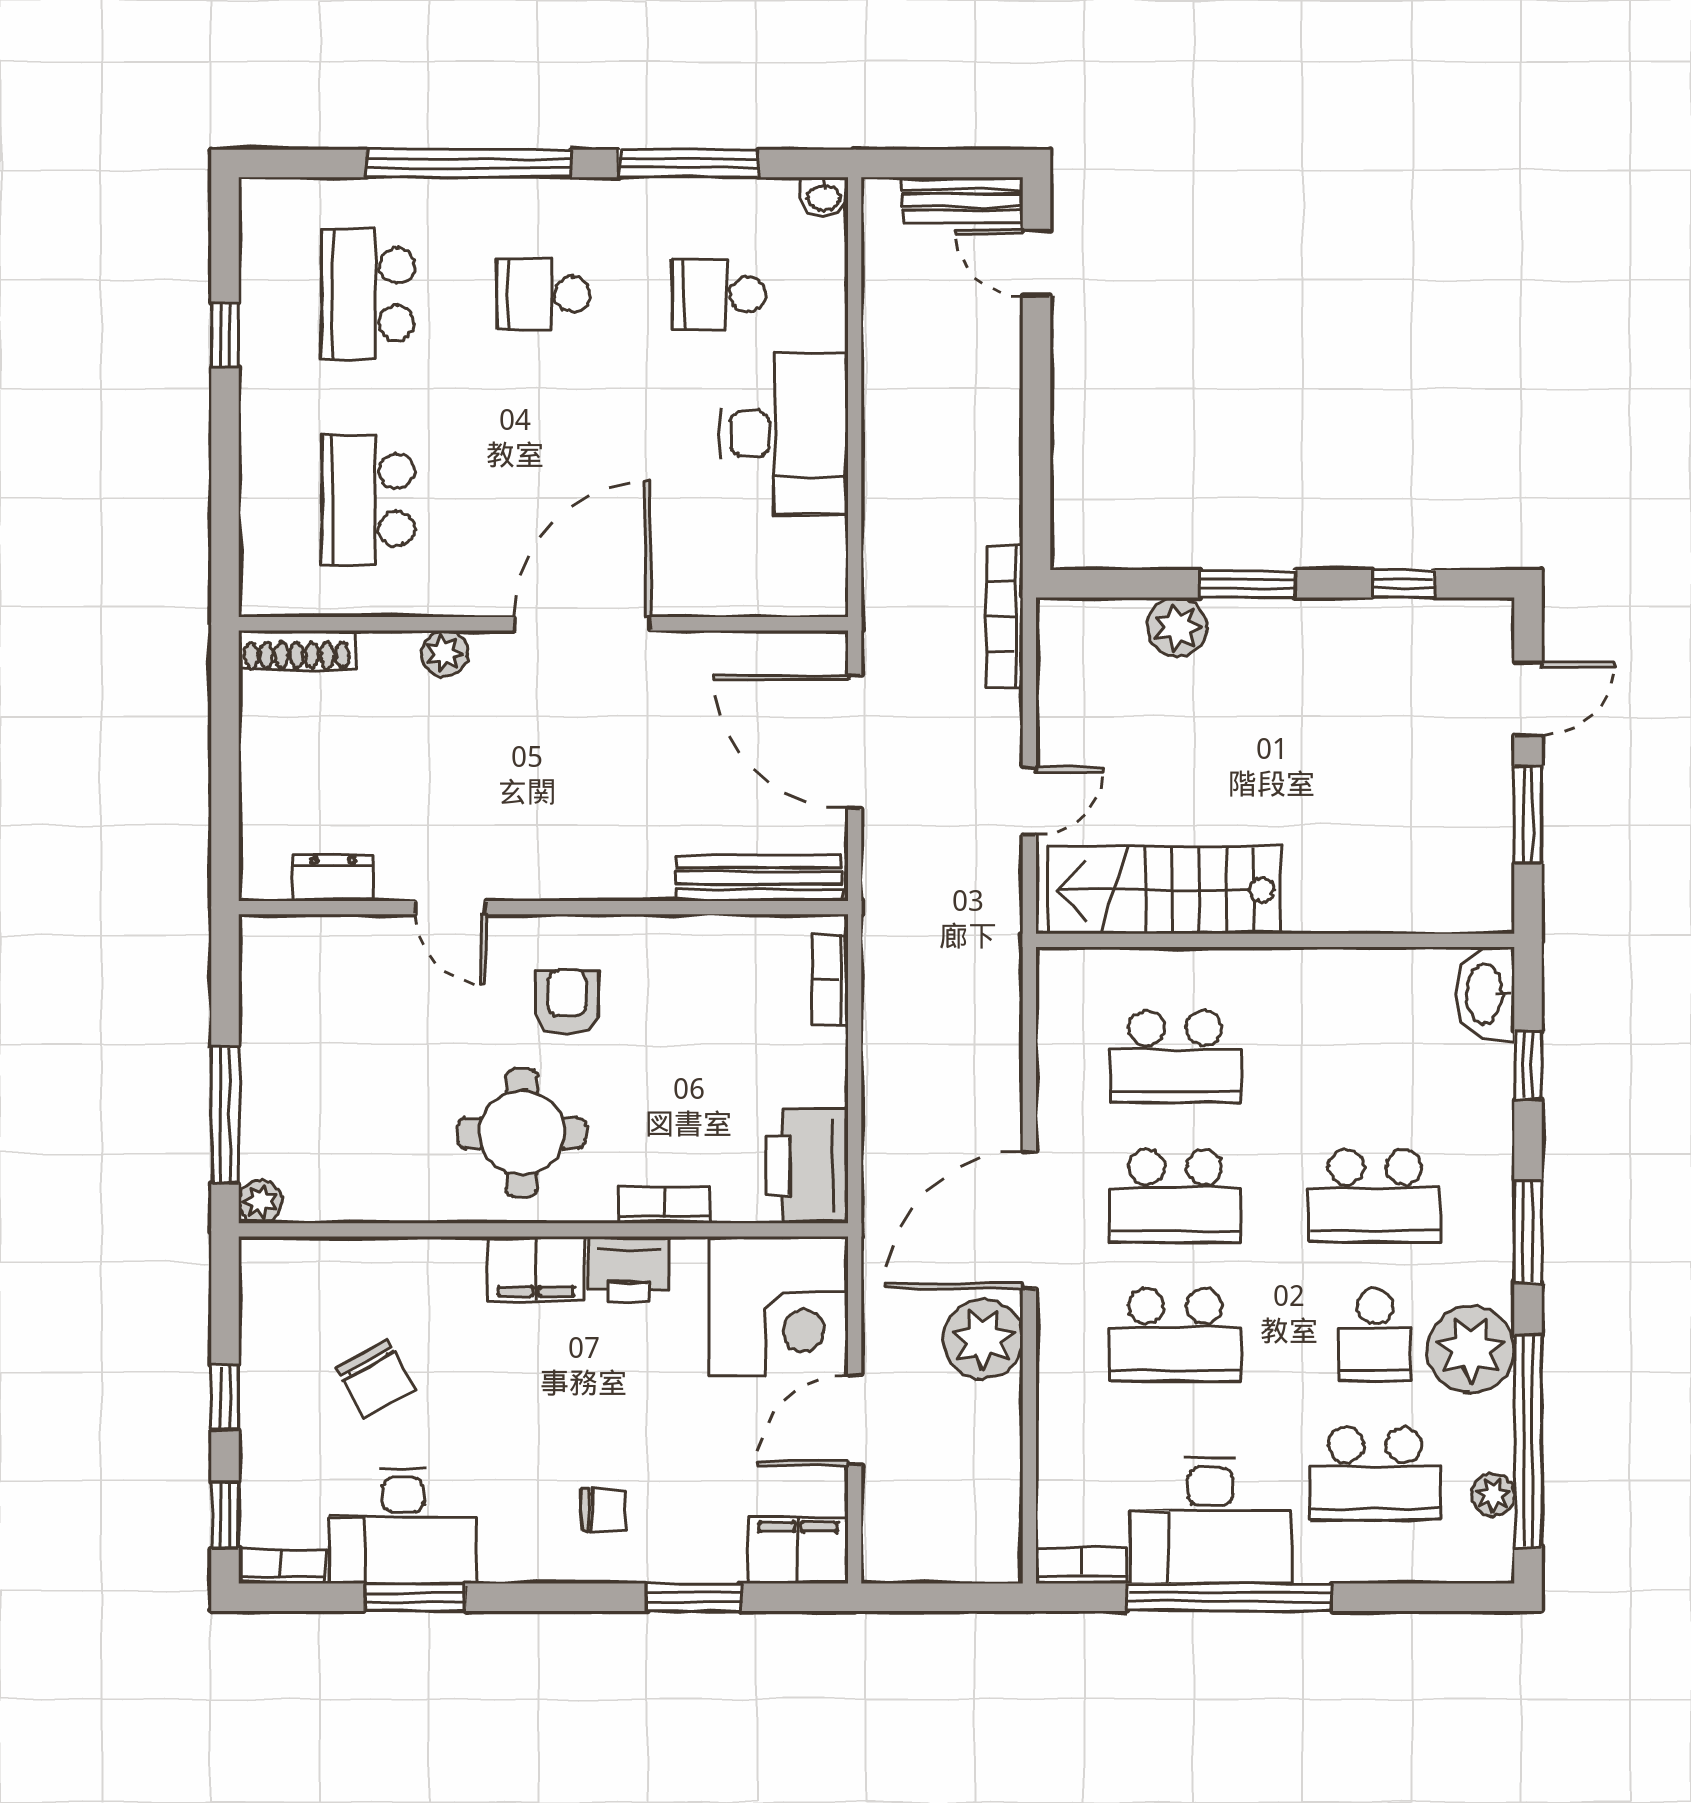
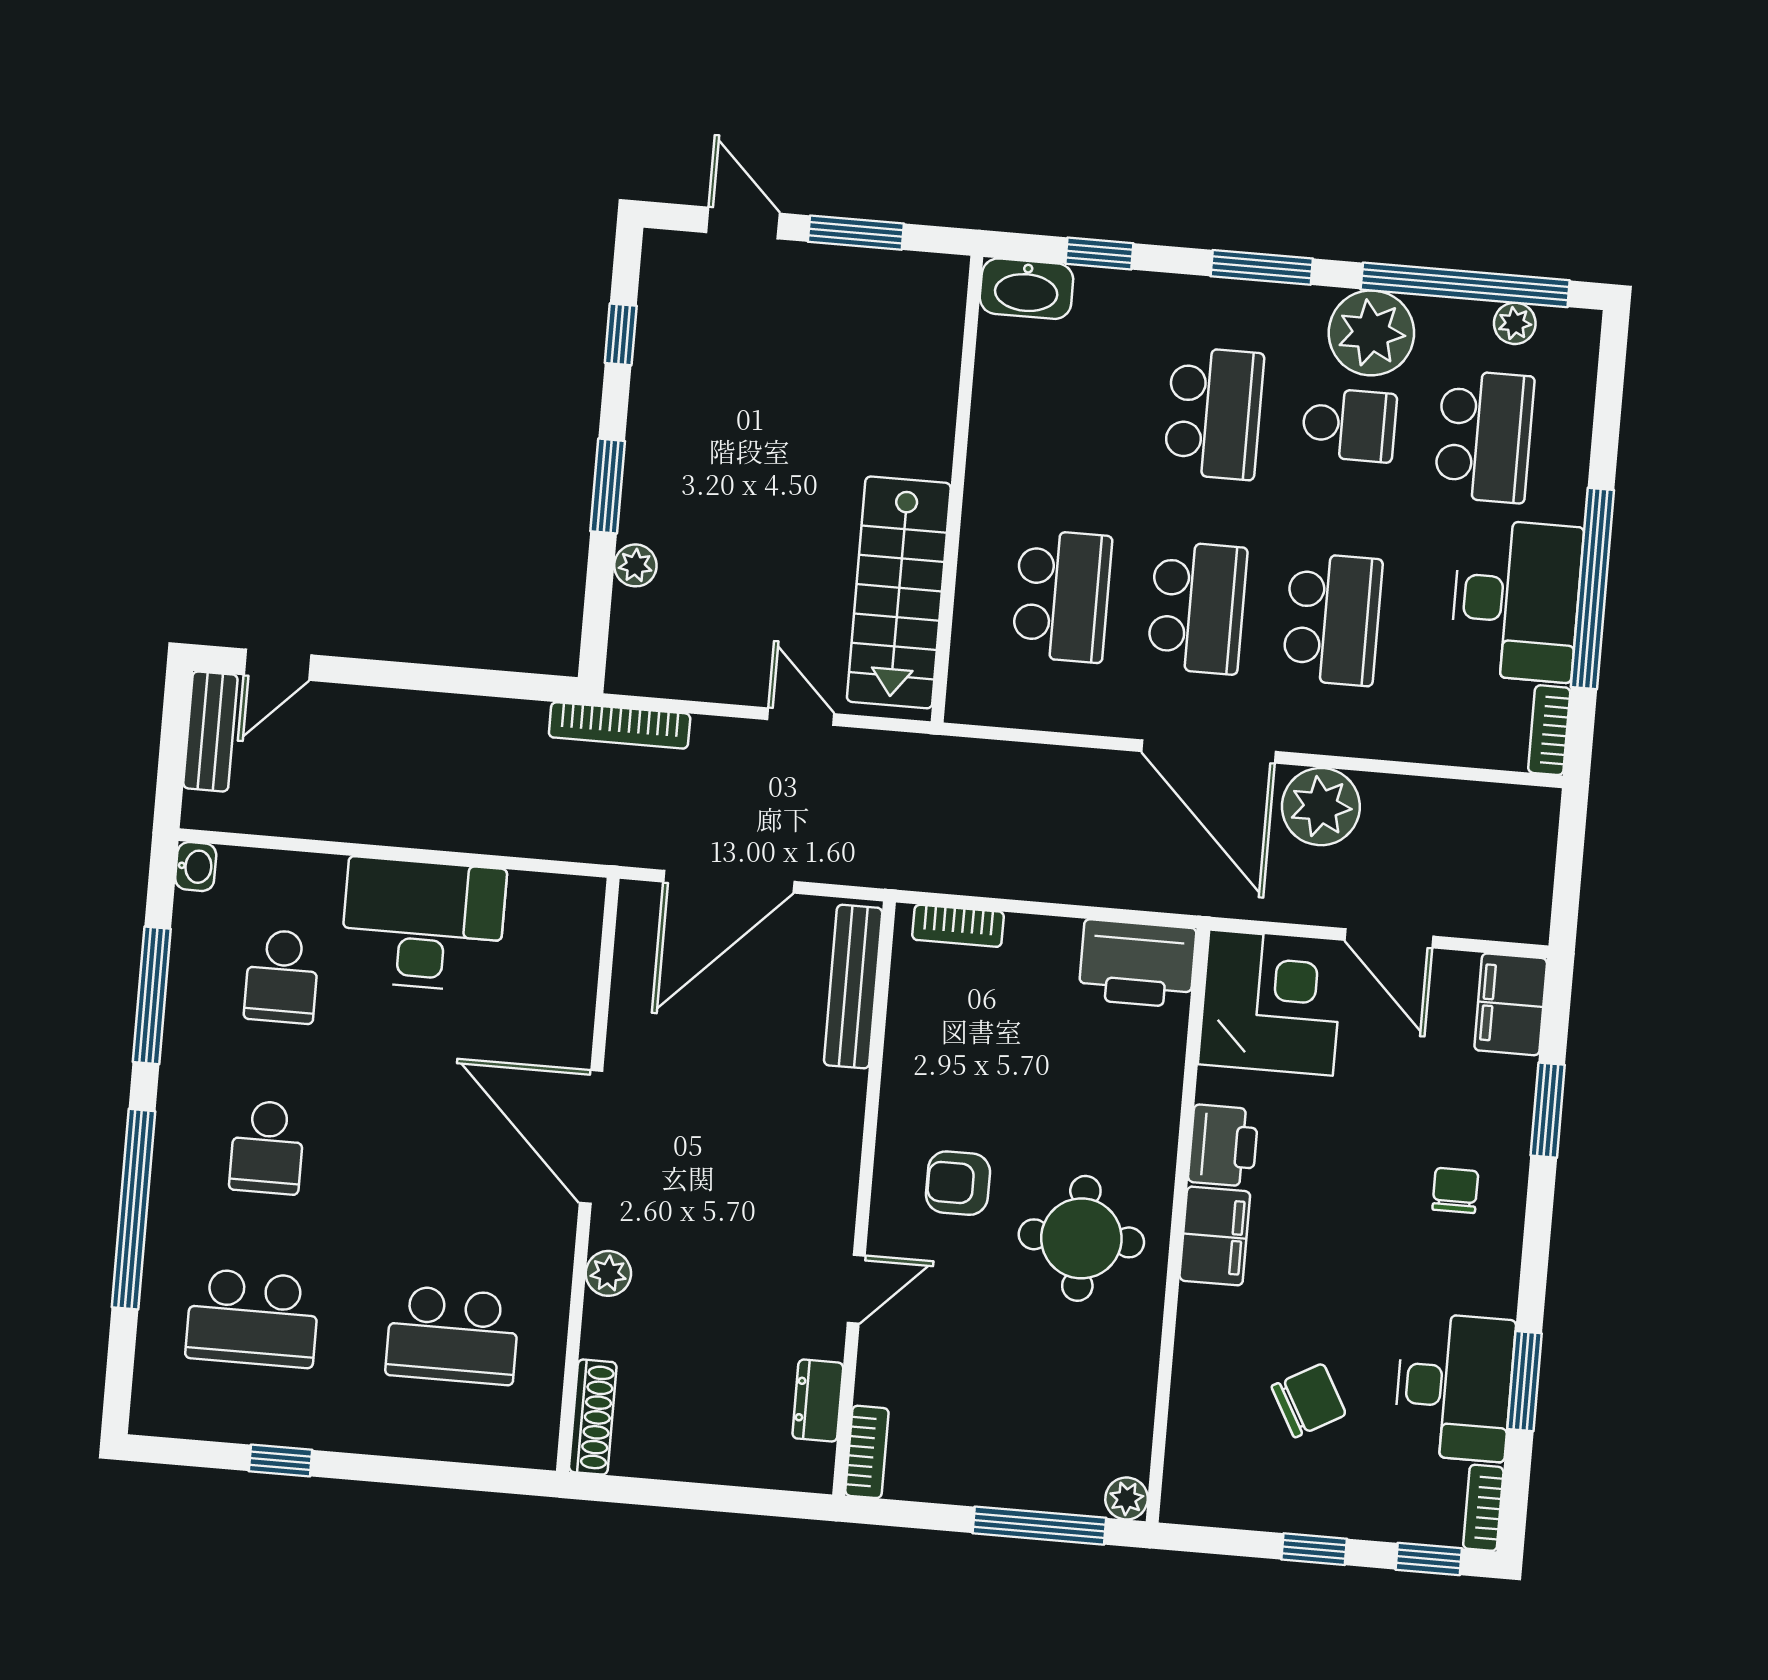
plant: (1177, 627) -> (635, 565), width x0.73, depth x0.73
bookcase: (665, 1205) -> (867, 1452), moved, turned 180

